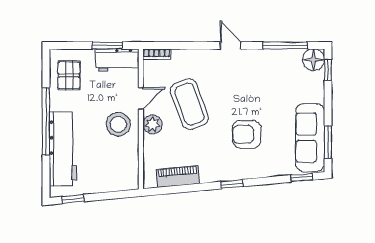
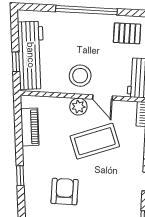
workbench: (63, 149) -> (31, 55), moved, turned -95
window: (73, 199) -> (16, 62), moved

